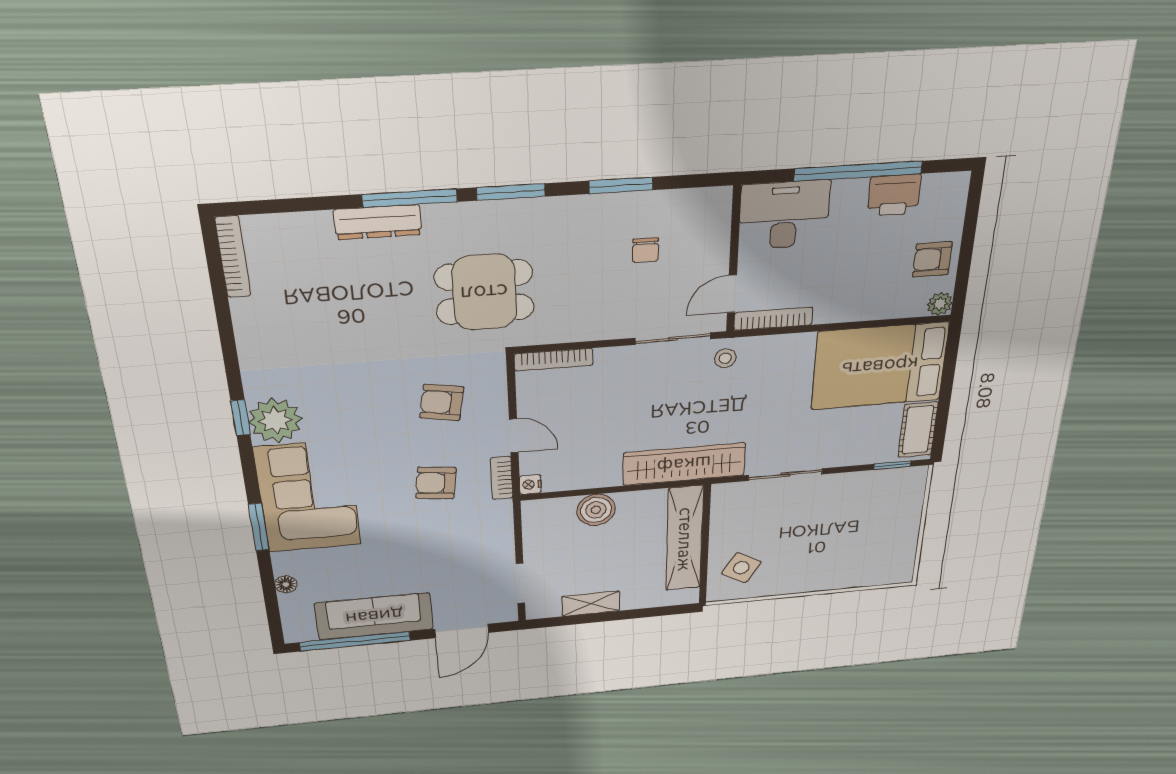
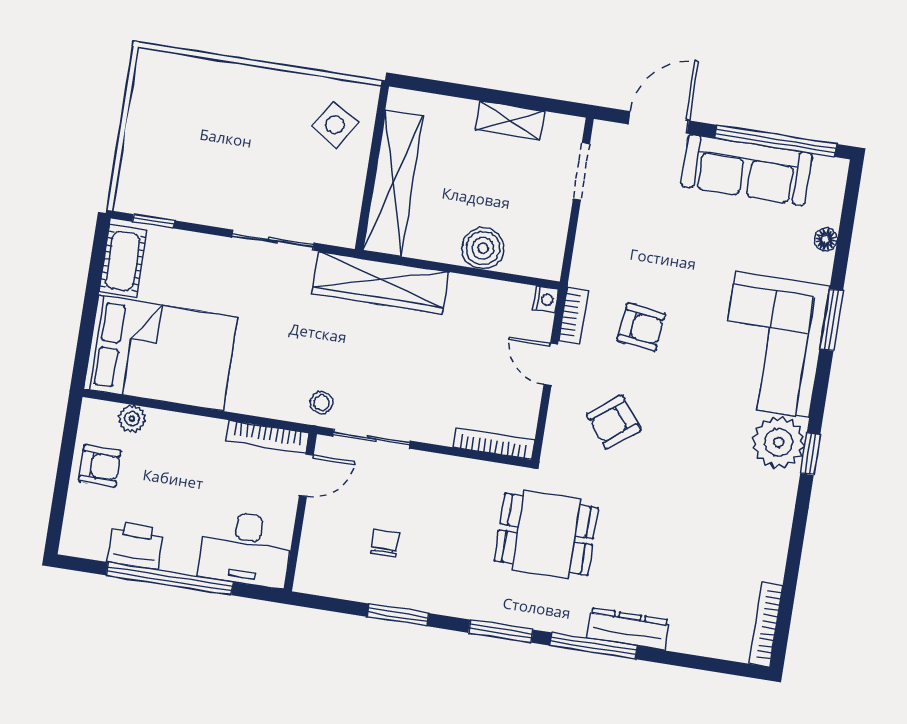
plant: (940, 304) -> (132, 419), moved
armchair: (442, 402) -> (614, 422), turned 132

